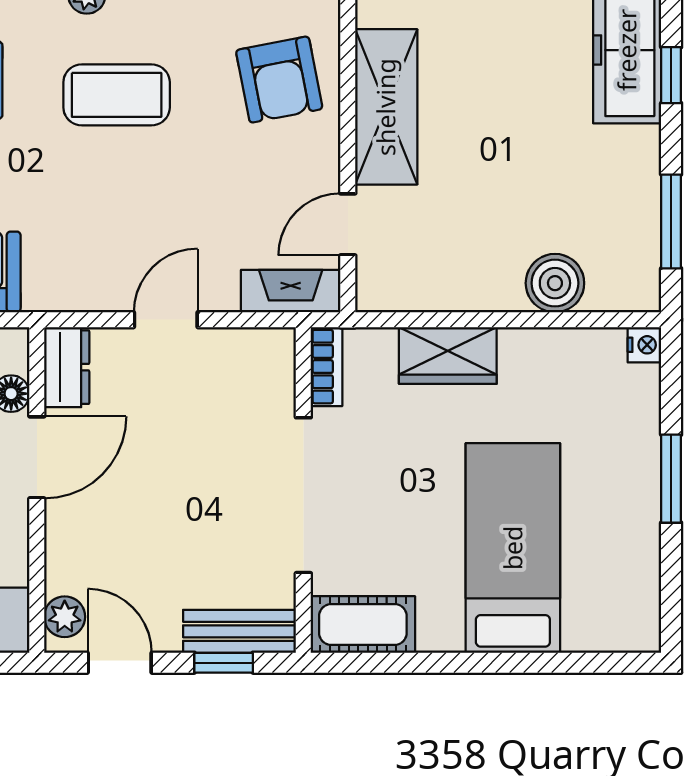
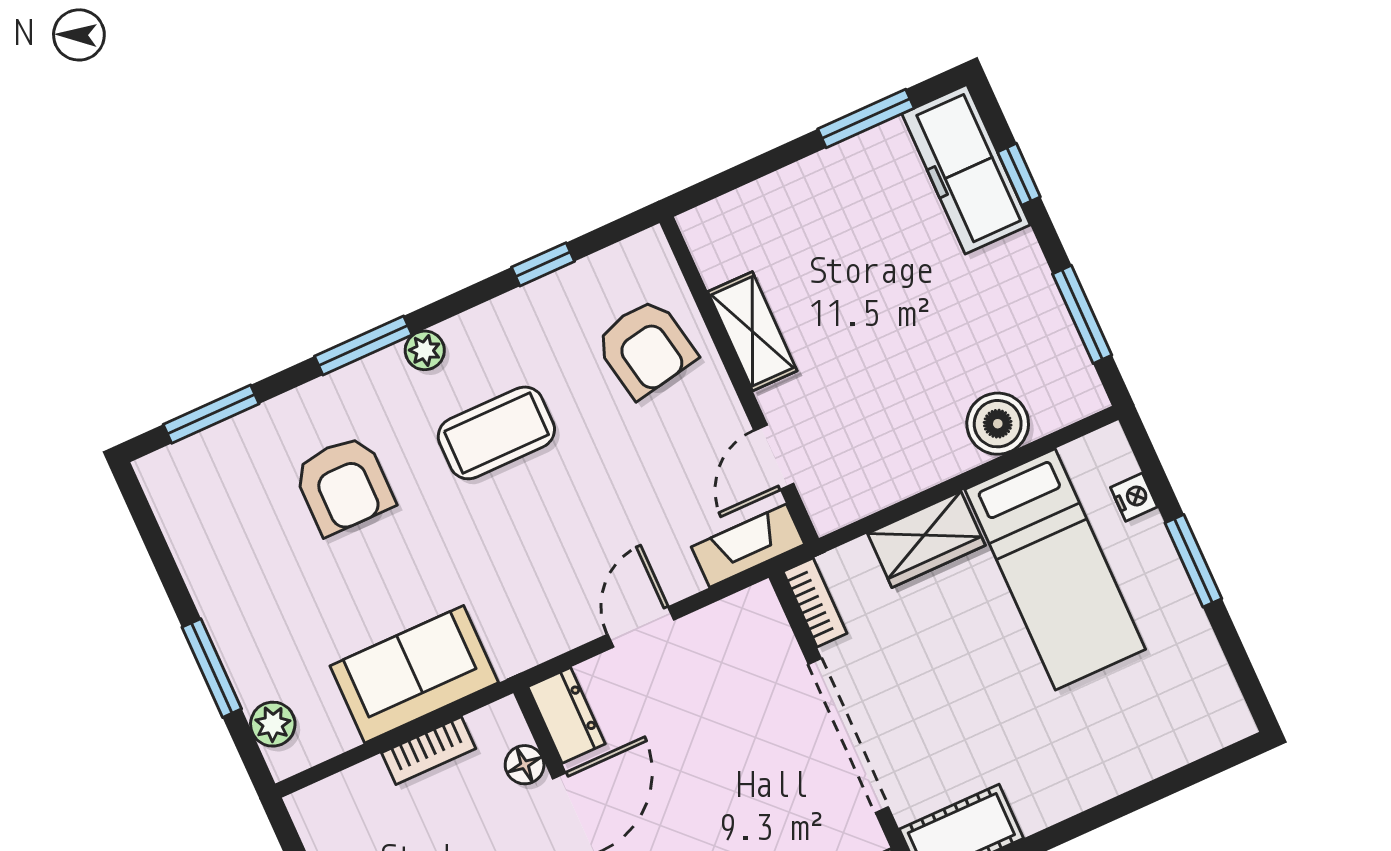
shelving: (386, 107) -> (752, 331), width x0.67, depth x0.75
nightstand: (644, 345) -> (1134, 497), moved
bed: (513, 548) -> (1055, 569), moved, turned 180

